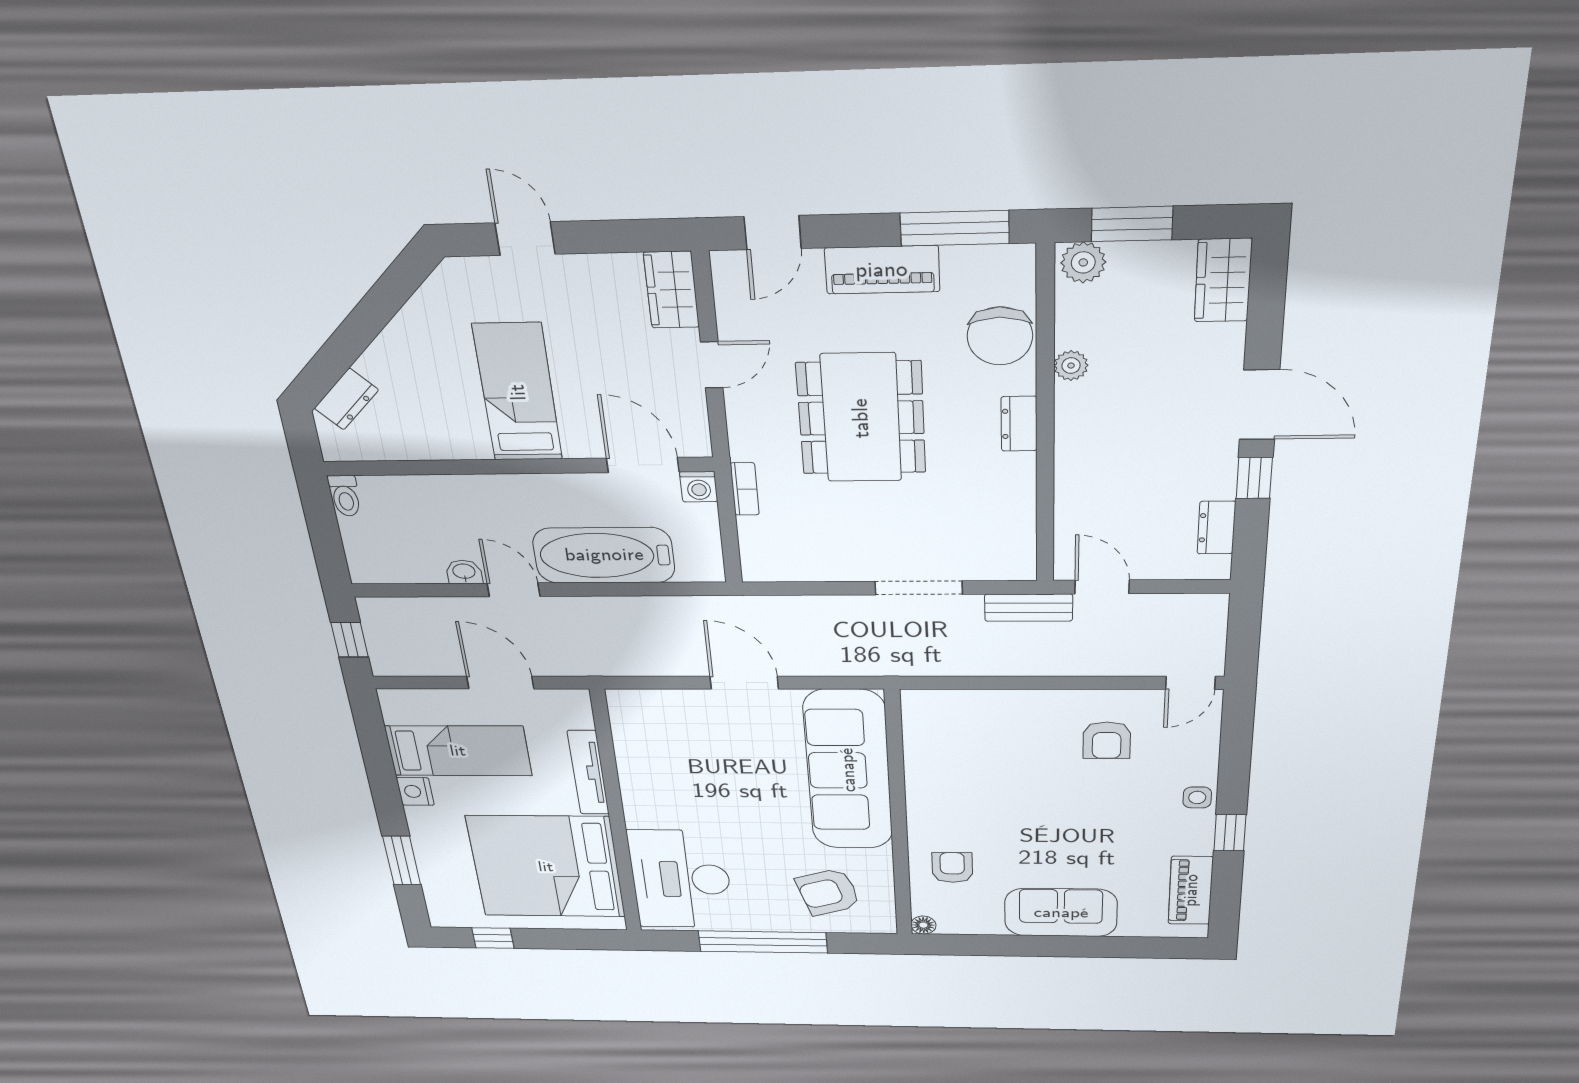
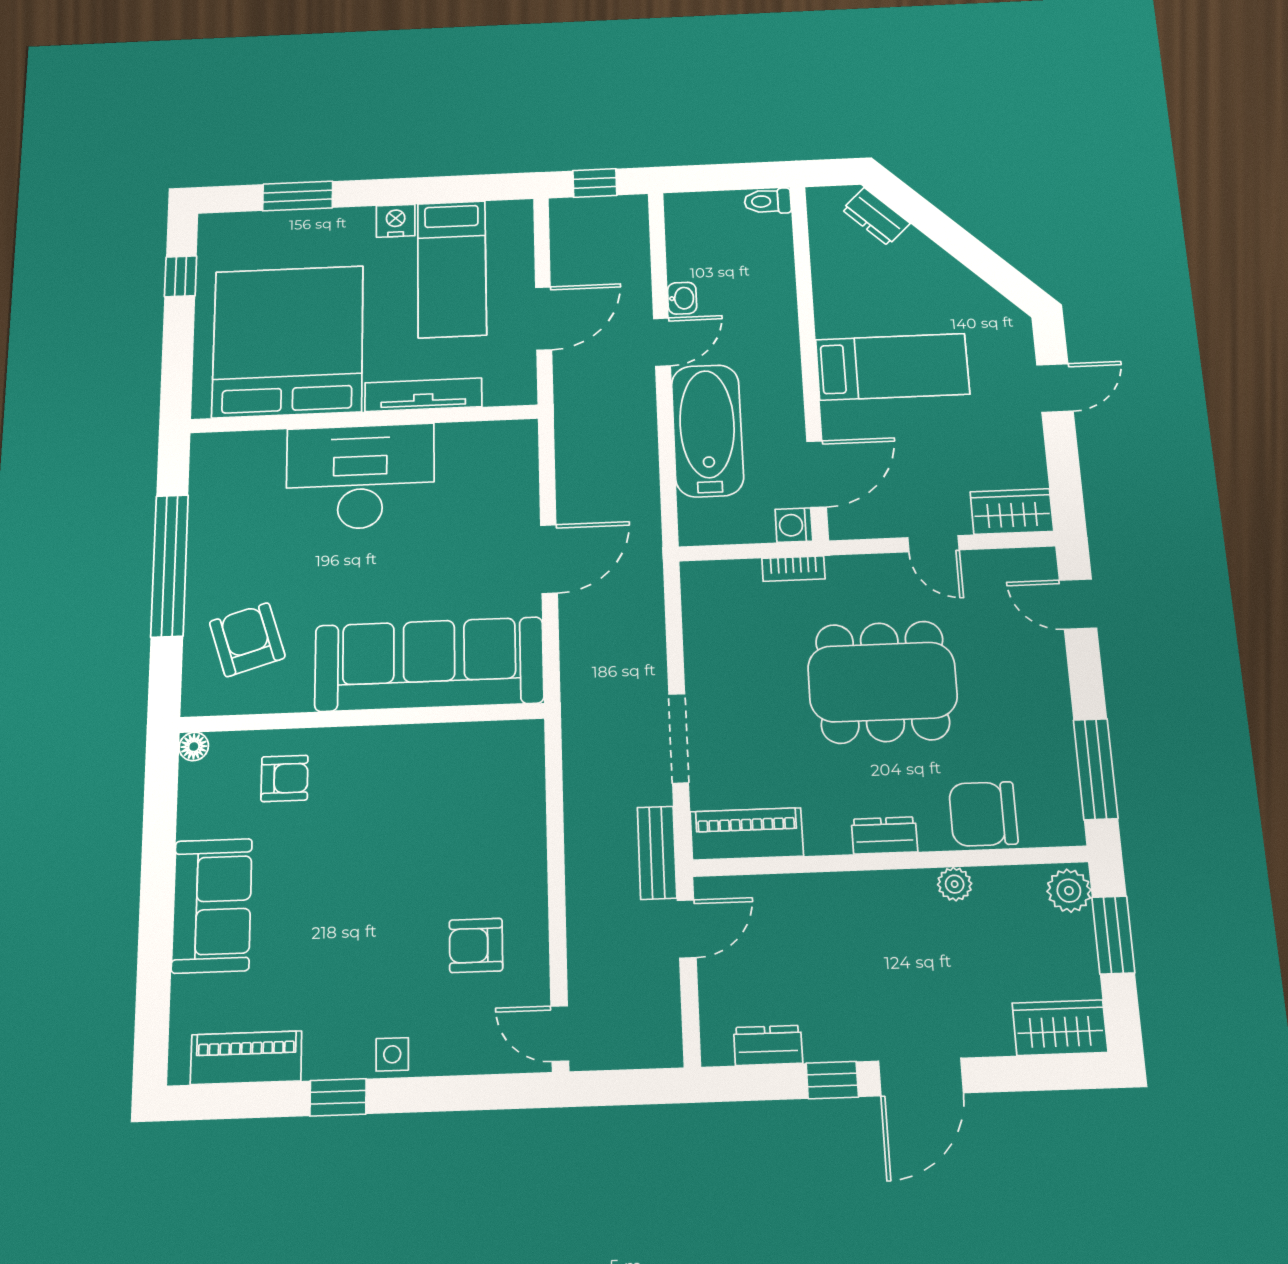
piano: (882, 270) -> (747, 834), moved, turned 90
desk: (681, 879) -> (360, 477), moved

